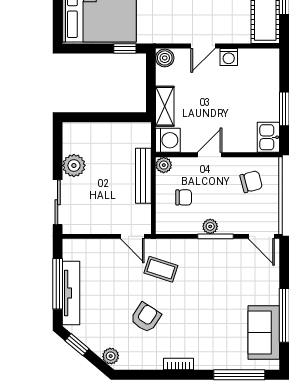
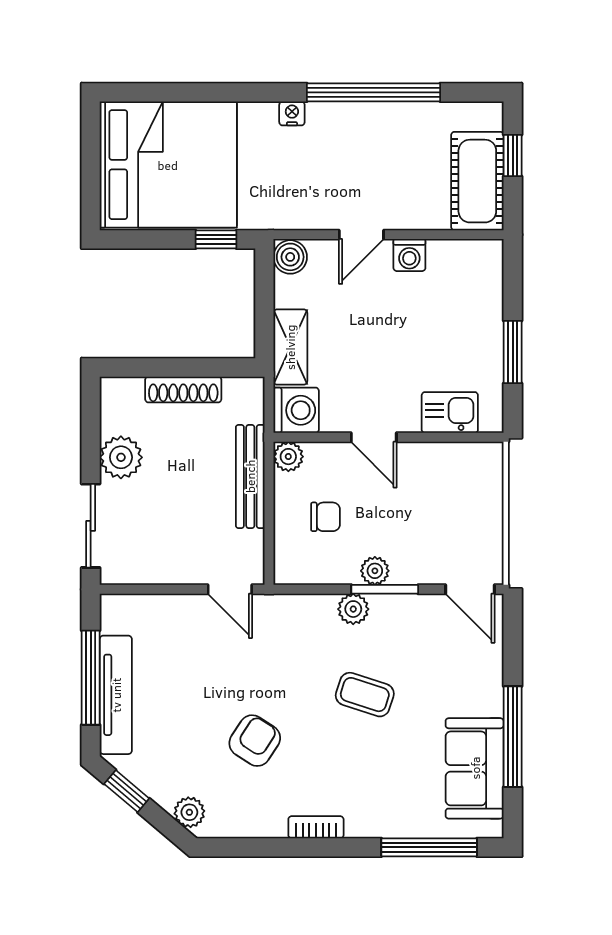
shoe rack: (107, 129) -> (183, 389), added
kitchen sink: (268, 137) -> (450, 413), moved, turned 90
door: (210, 155) -> (374, 437), swing flipped
chair: (251, 182) -> (451, 487), removed
plant: (199, 247) -> (353, 609), added
coffee table: (161, 269) -> (365, 695), moved

